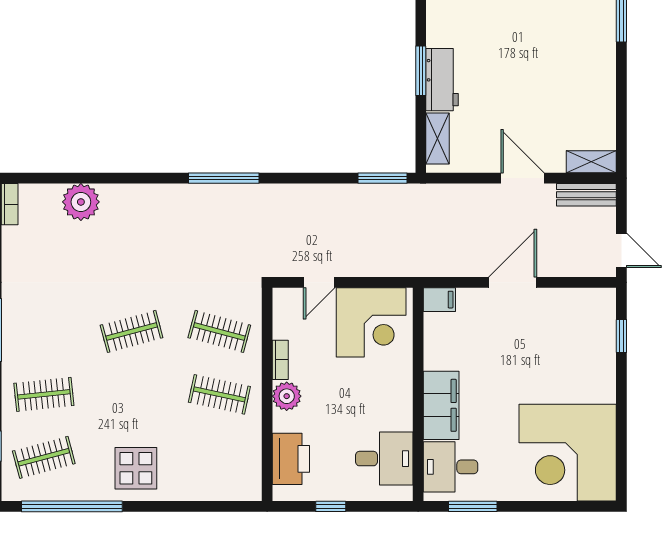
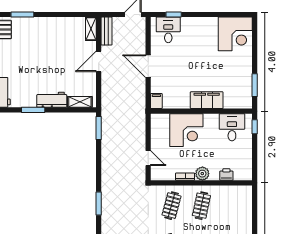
window: (421, 71) -> (33, 110), moved
window: (224, 178) -> (99, 204), width x0.69
corner desk: (371, 322) -> (186, 130), moved, turned 90
corner desk: (568, 453) -> (235, 34), width x0.74, depth x0.74
printer: (291, 459) -> (226, 174), width x0.53, depth x0.68
desk: (450, 467) -> (168, 30), moved, turned 180
window: (331, 506) -> (255, 127), moved

